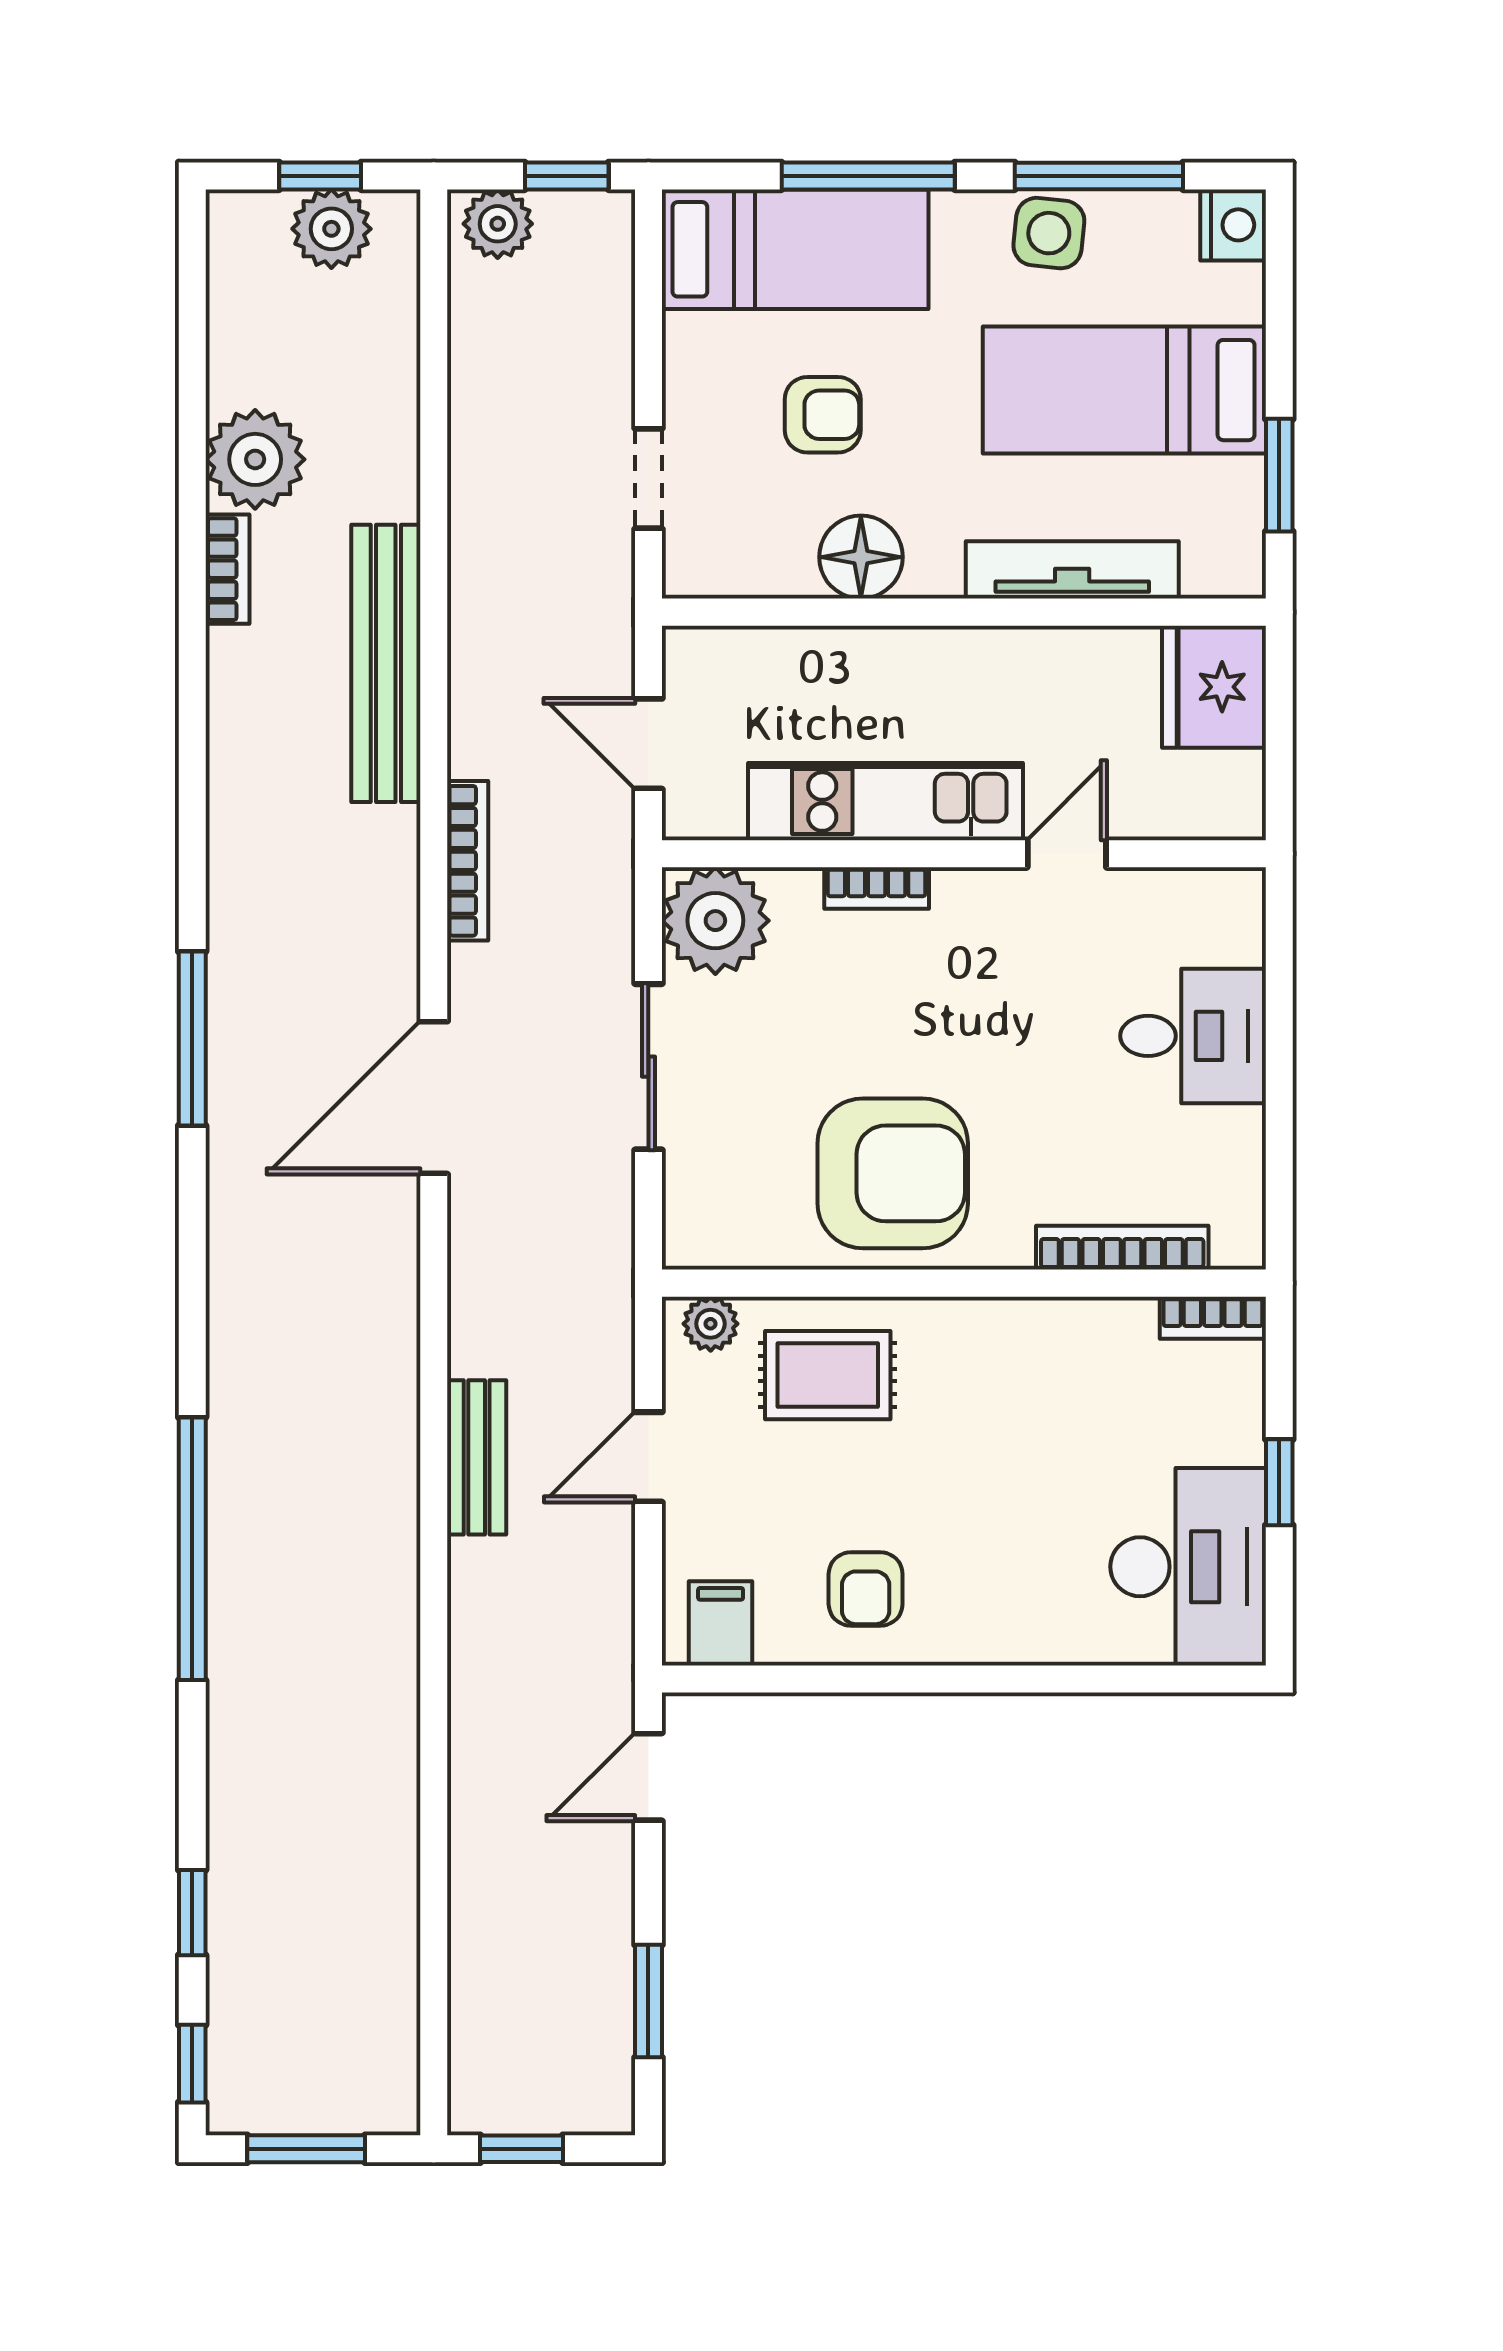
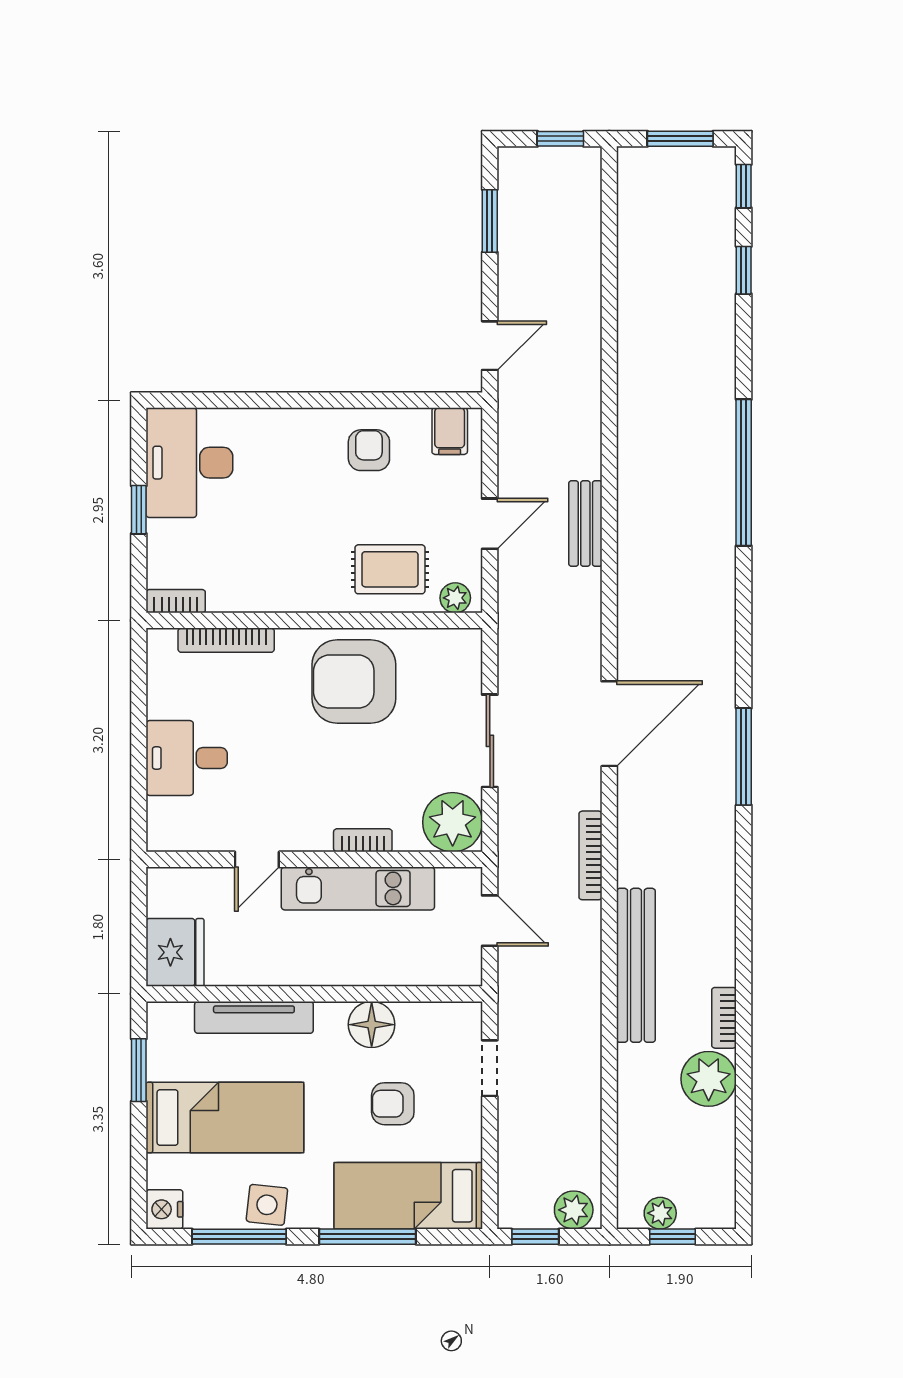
plant: (331, 229) -> (660, 1213), width x0.73, depth x0.73

